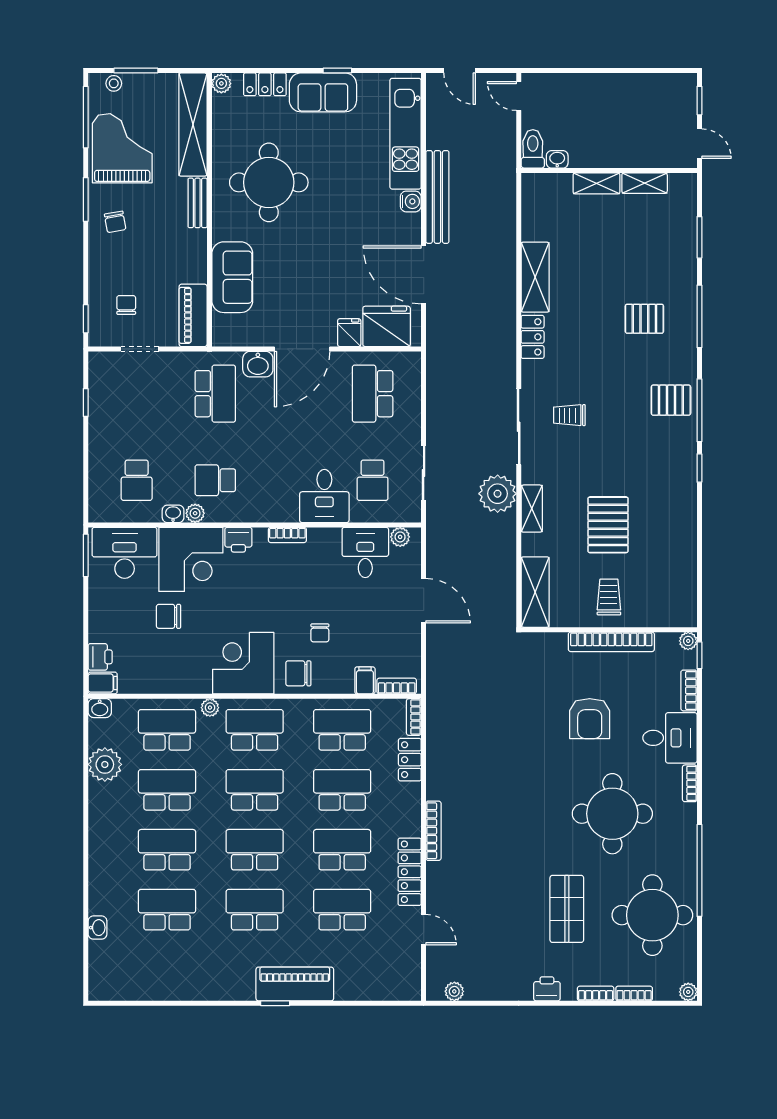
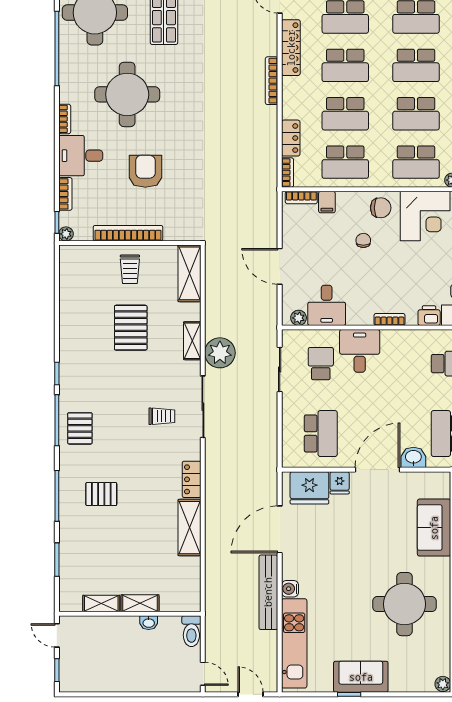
locker: (265, 84) -> (408, 683), removed
washbasin: (557, 159) -> (149, 623), moved
door: (424, 275) -> (280, 529), swing flipped
pallet: (671, 400) -> (80, 428), turned 90

